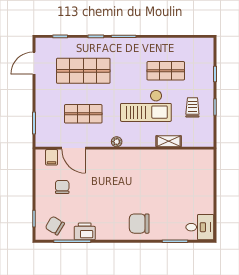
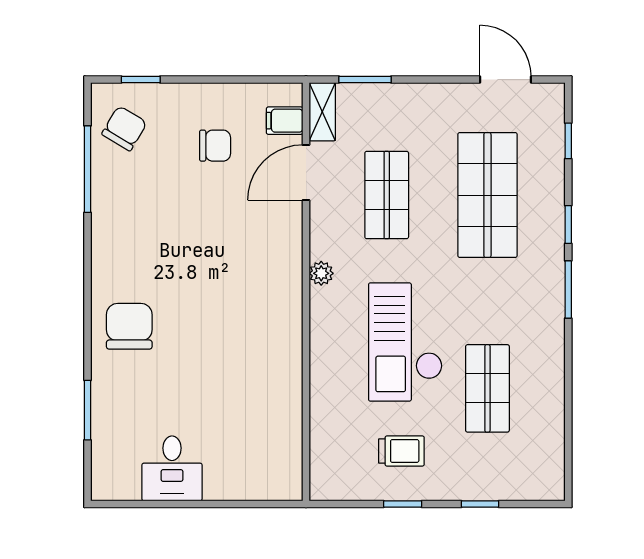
shelving: (169, 141) -> (322, 112), moved
desk: (200, 227) -> (172, 468), moved
printer: (85, 231) -> (111, 198), removed

